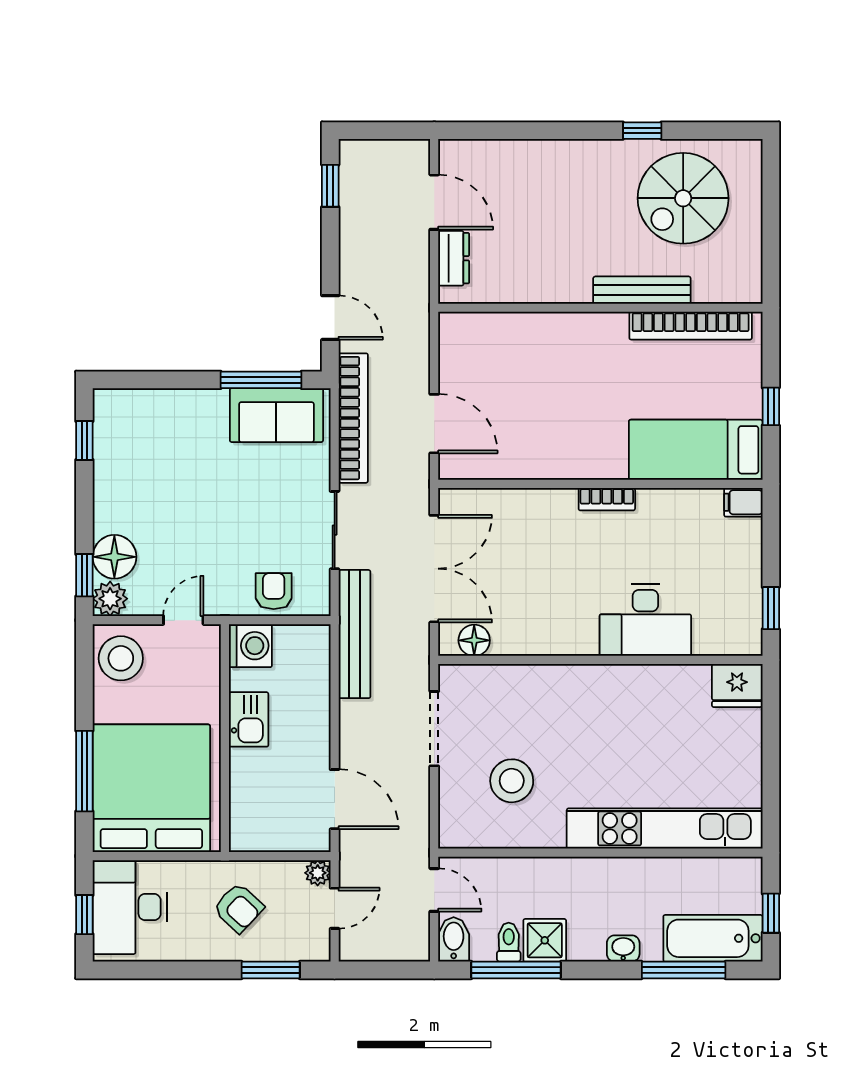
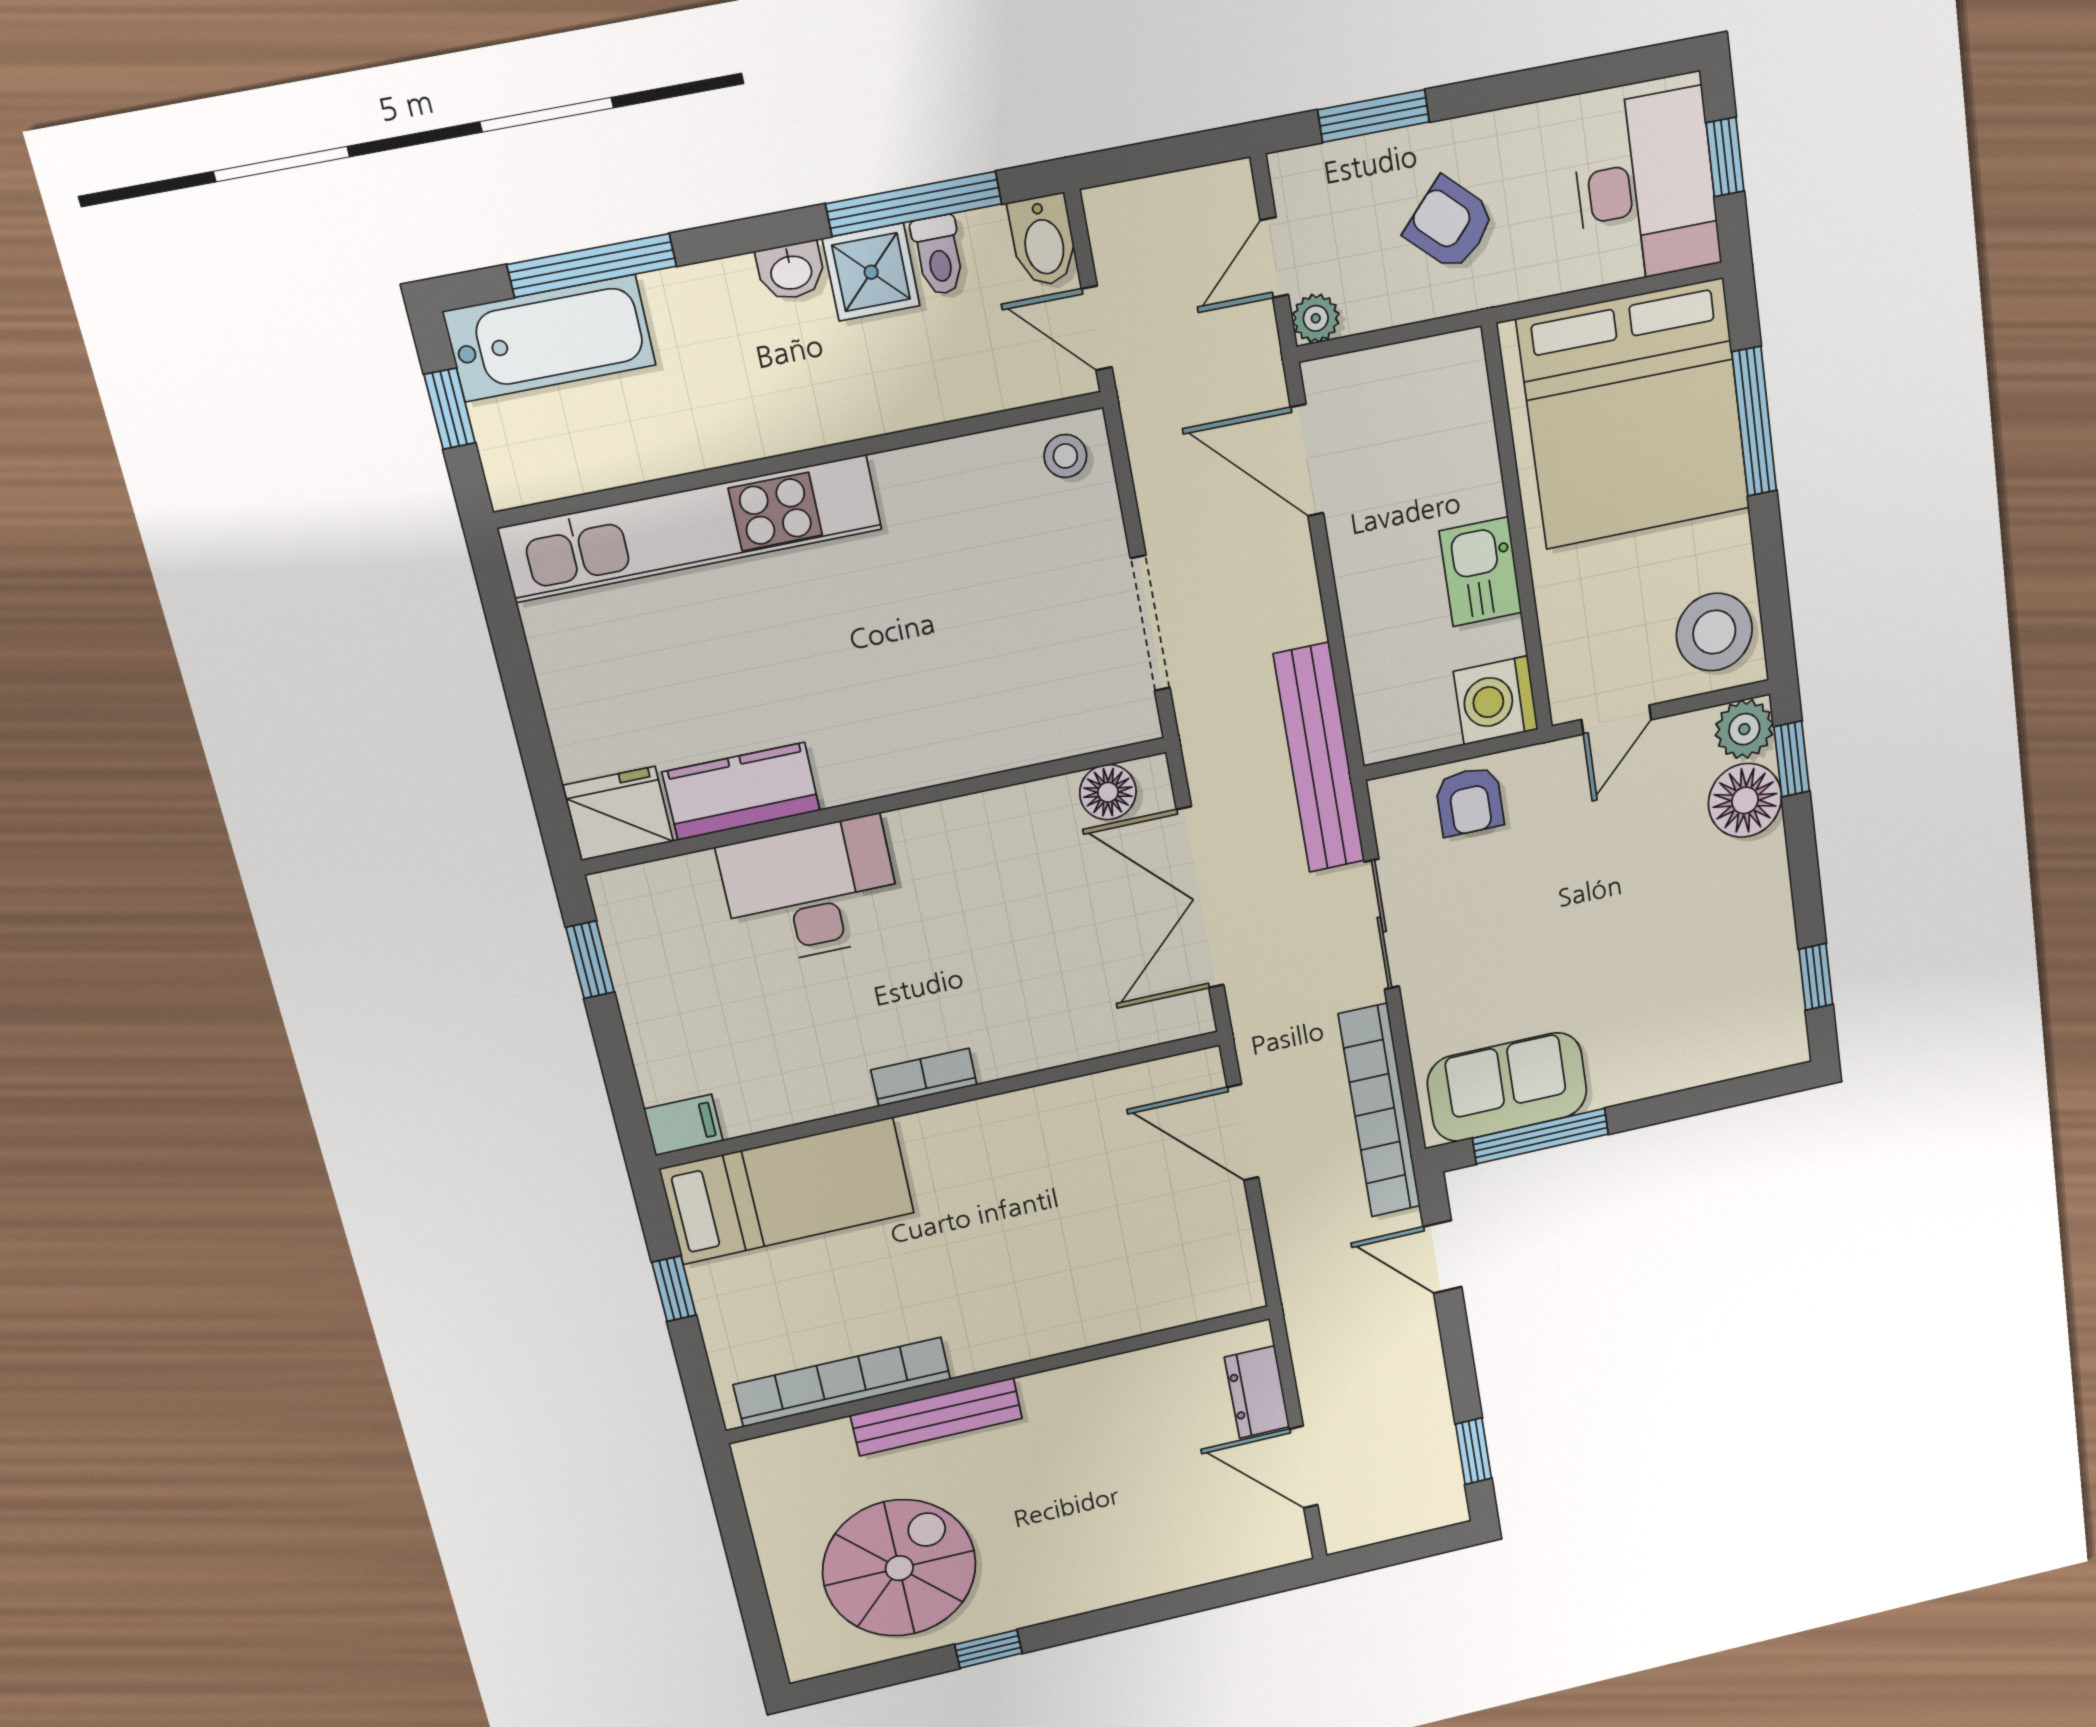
kitchen counter: (670, 684) -> (741, 791), added
stool: (512, 781) -> (1065, 456), moved, width x0.53, depth x0.53
washbasin: (623, 948) -> (791, 271), moved

